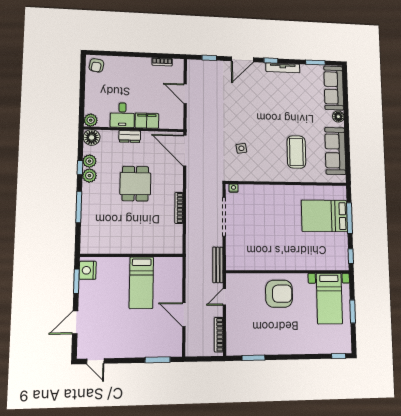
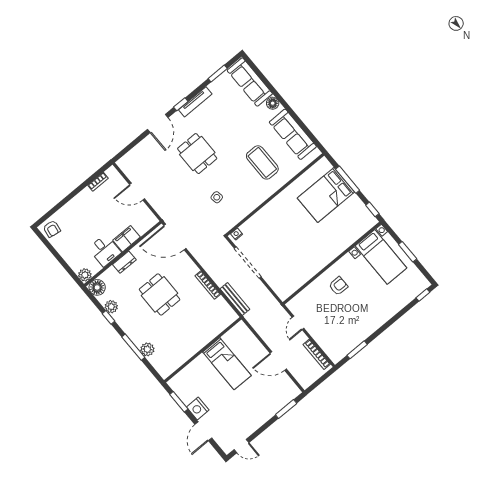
window: (209, 58) -> (131, 146), removed
dining table: (253, 105) -> (197, 154), added
plant: (89, 176) -> (147, 349), moved
bench: (218, 265) -> (235, 299), moved
nightstand: (88, 270) -> (198, 409), moved
armchair: (279, 294) -> (338, 286), width x0.53, depth x0.53

